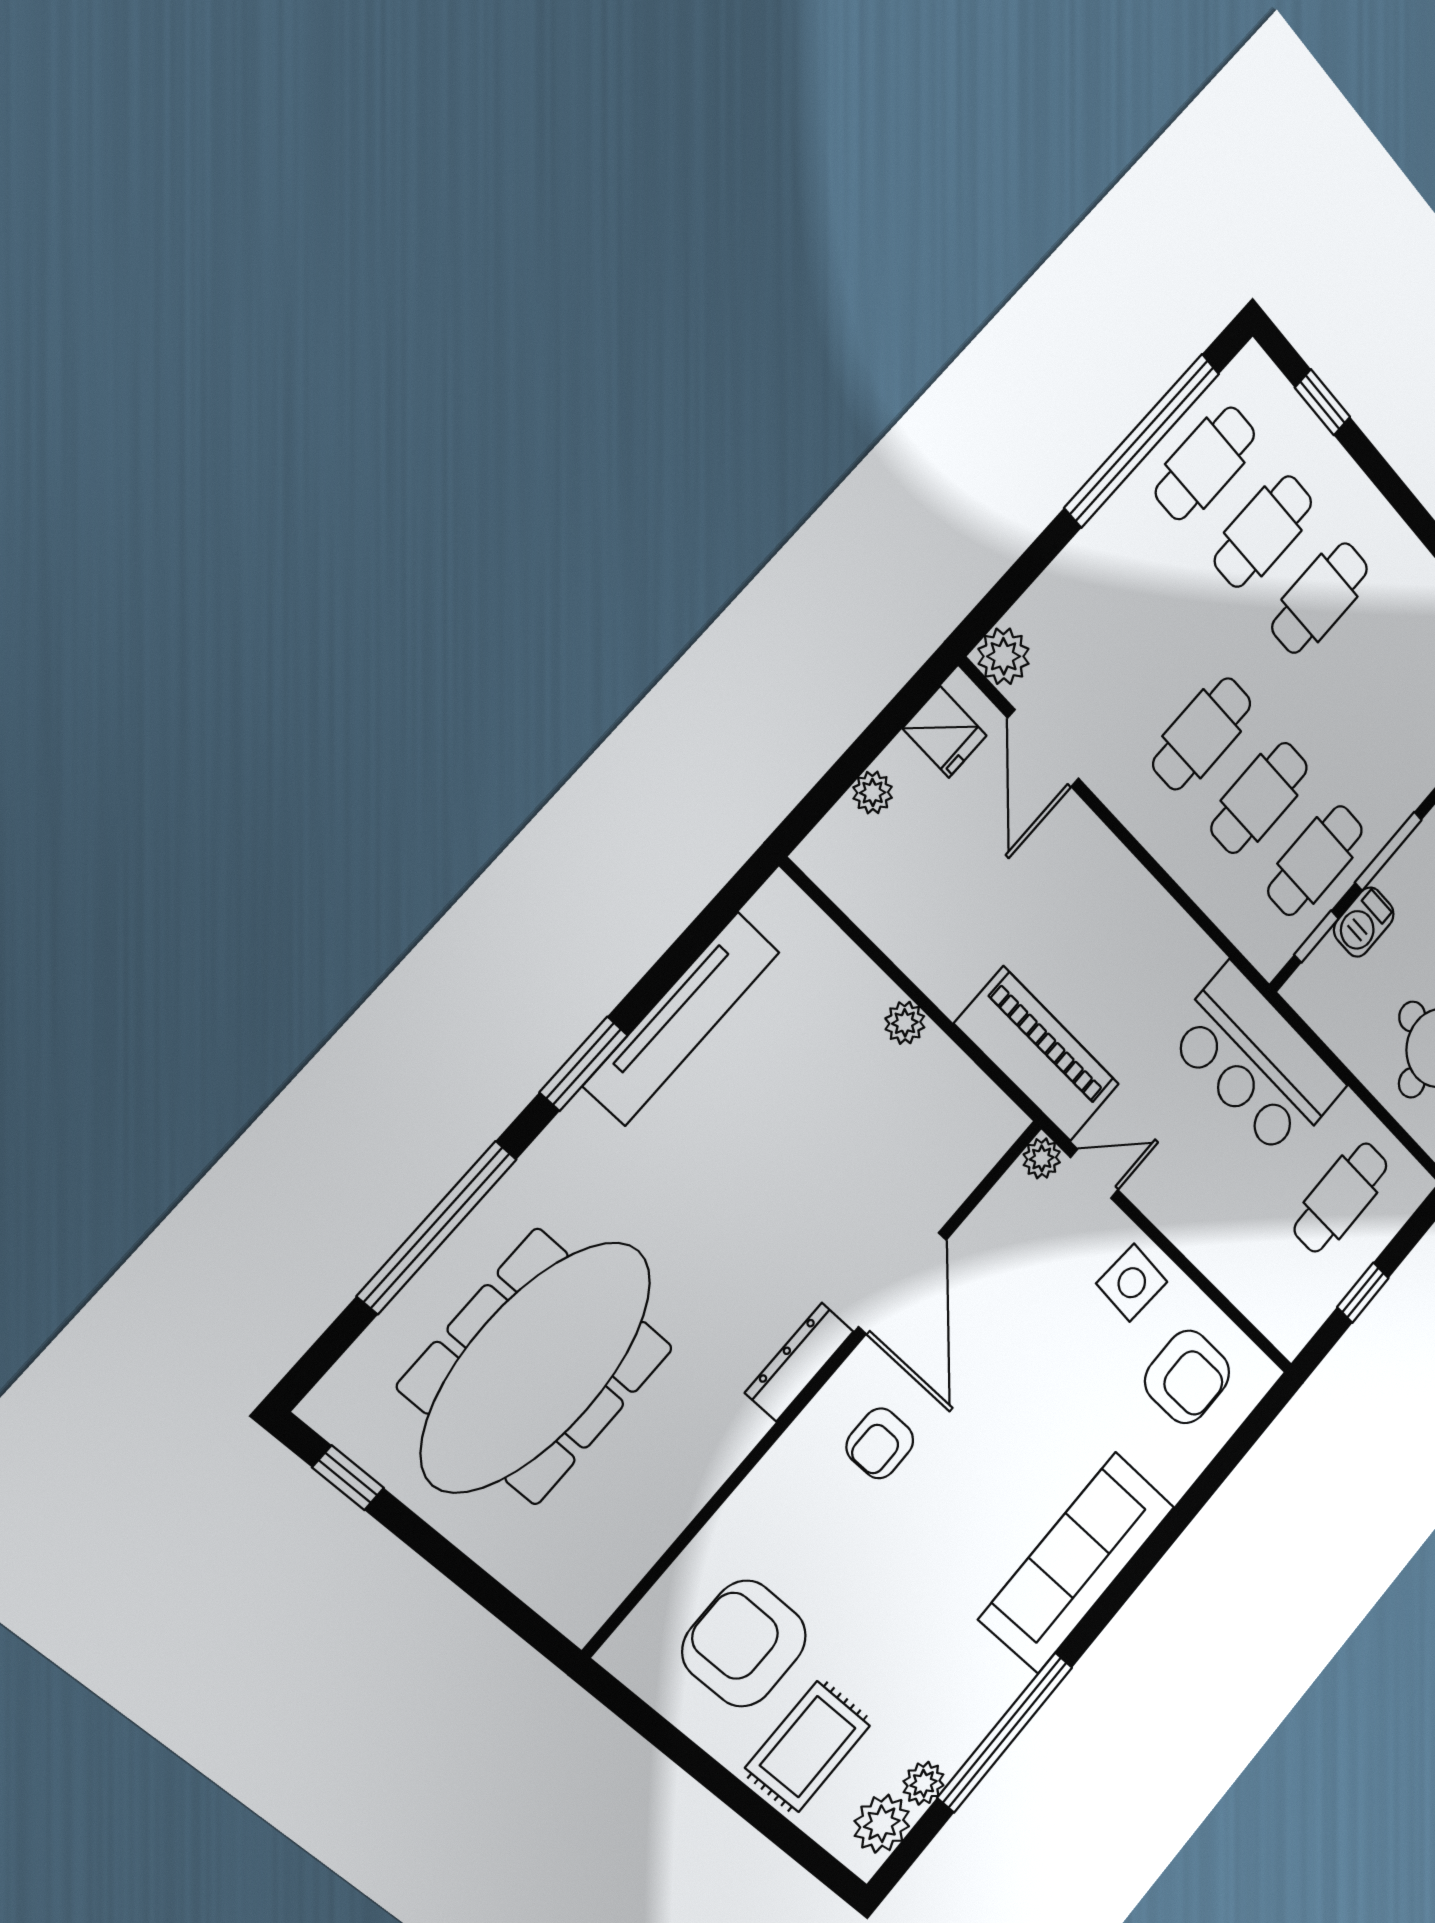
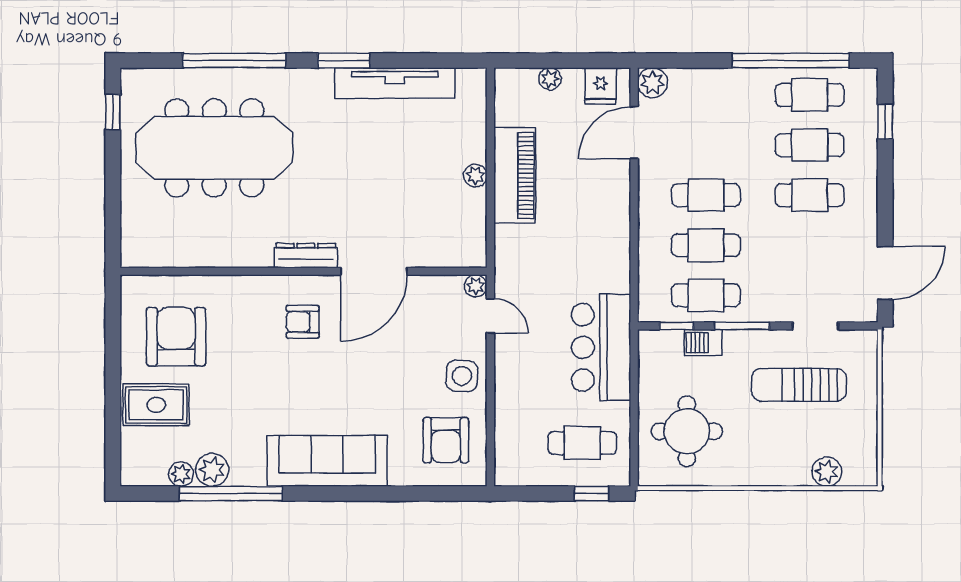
piano: (1037, 1054) -> (515, 175), moved
window: (1363, 1293) -> (592, 494), moved
plant: (882, 1824) -> (212, 470), moved

